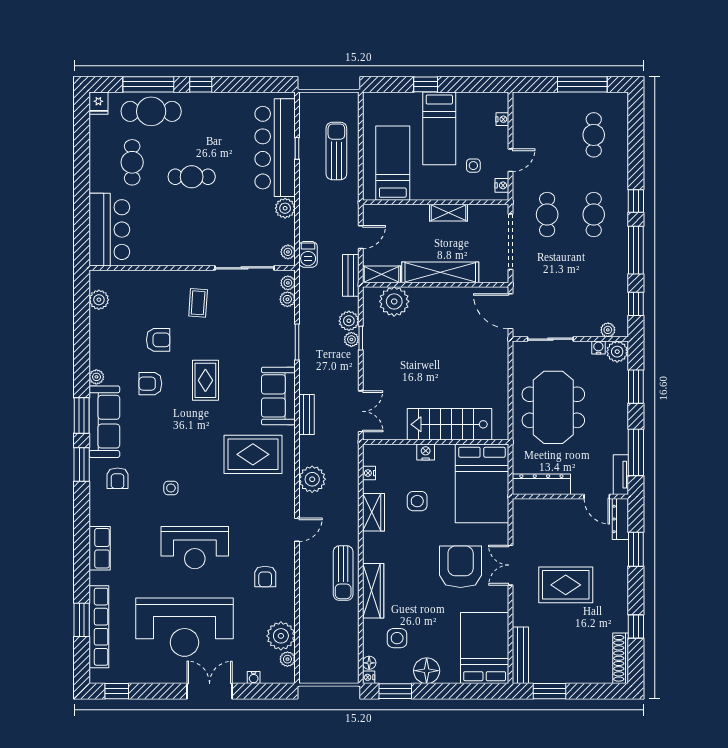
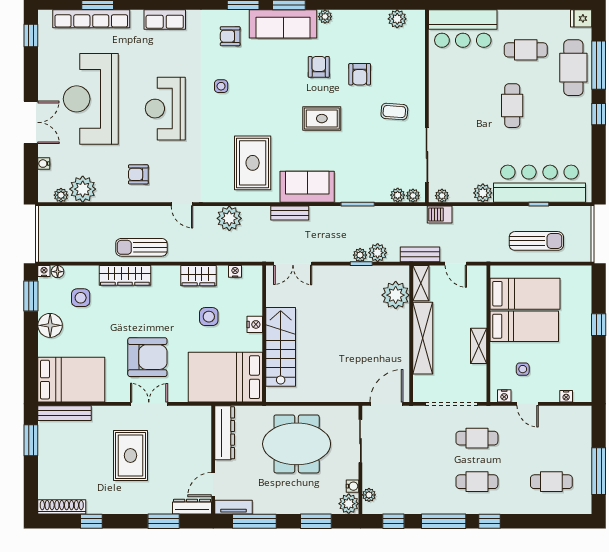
bed: (439, 128) -> (524, 326), moved, turned 180

